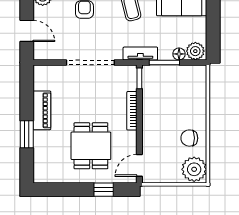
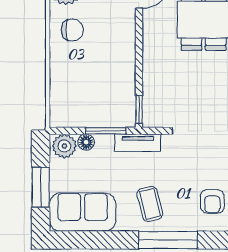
window: (213, 20) -> (41, 187), added
bookcase: (132, 111) -> (149, 66), removed

